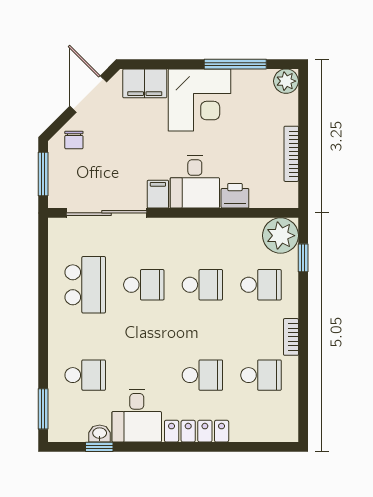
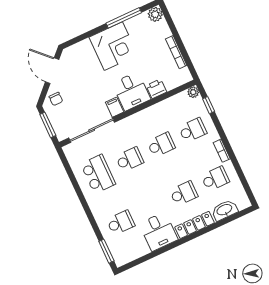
filing cabinet: (145, 83) -> (80, 51), removed
plant: (281, 236) -> (193, 92), width x0.53, depth x0.53
washbasin: (100, 434) -> (225, 210), moved, width x1.91, depth x1.45
window: (99, 447) -> (146, 258), removed

